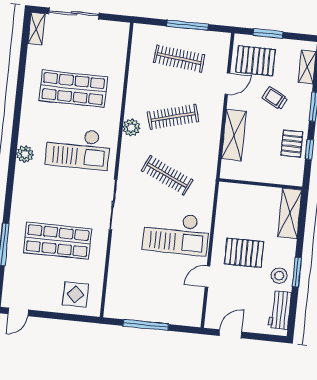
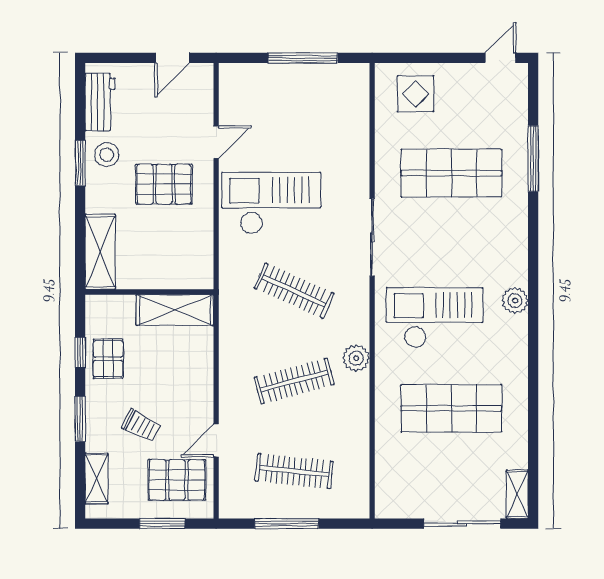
shelving: (234, 135) -> (175, 310), moved, turned 90

